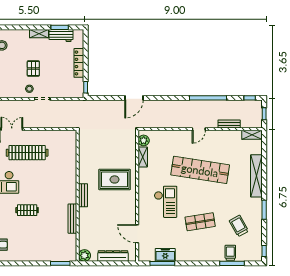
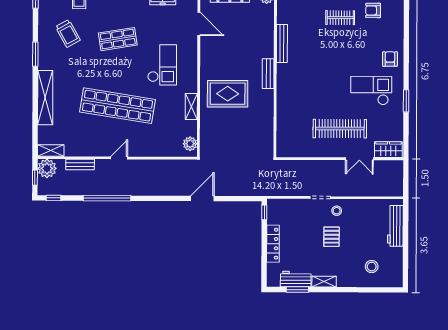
plant: (255, 121) -> (47, 168), added
shelving: (143, 157) -> (191, 106), moved
checkout: (166, 202) -> (162, 65), turned 180
clothes rail: (27, 210) -> (340, 18), moved

